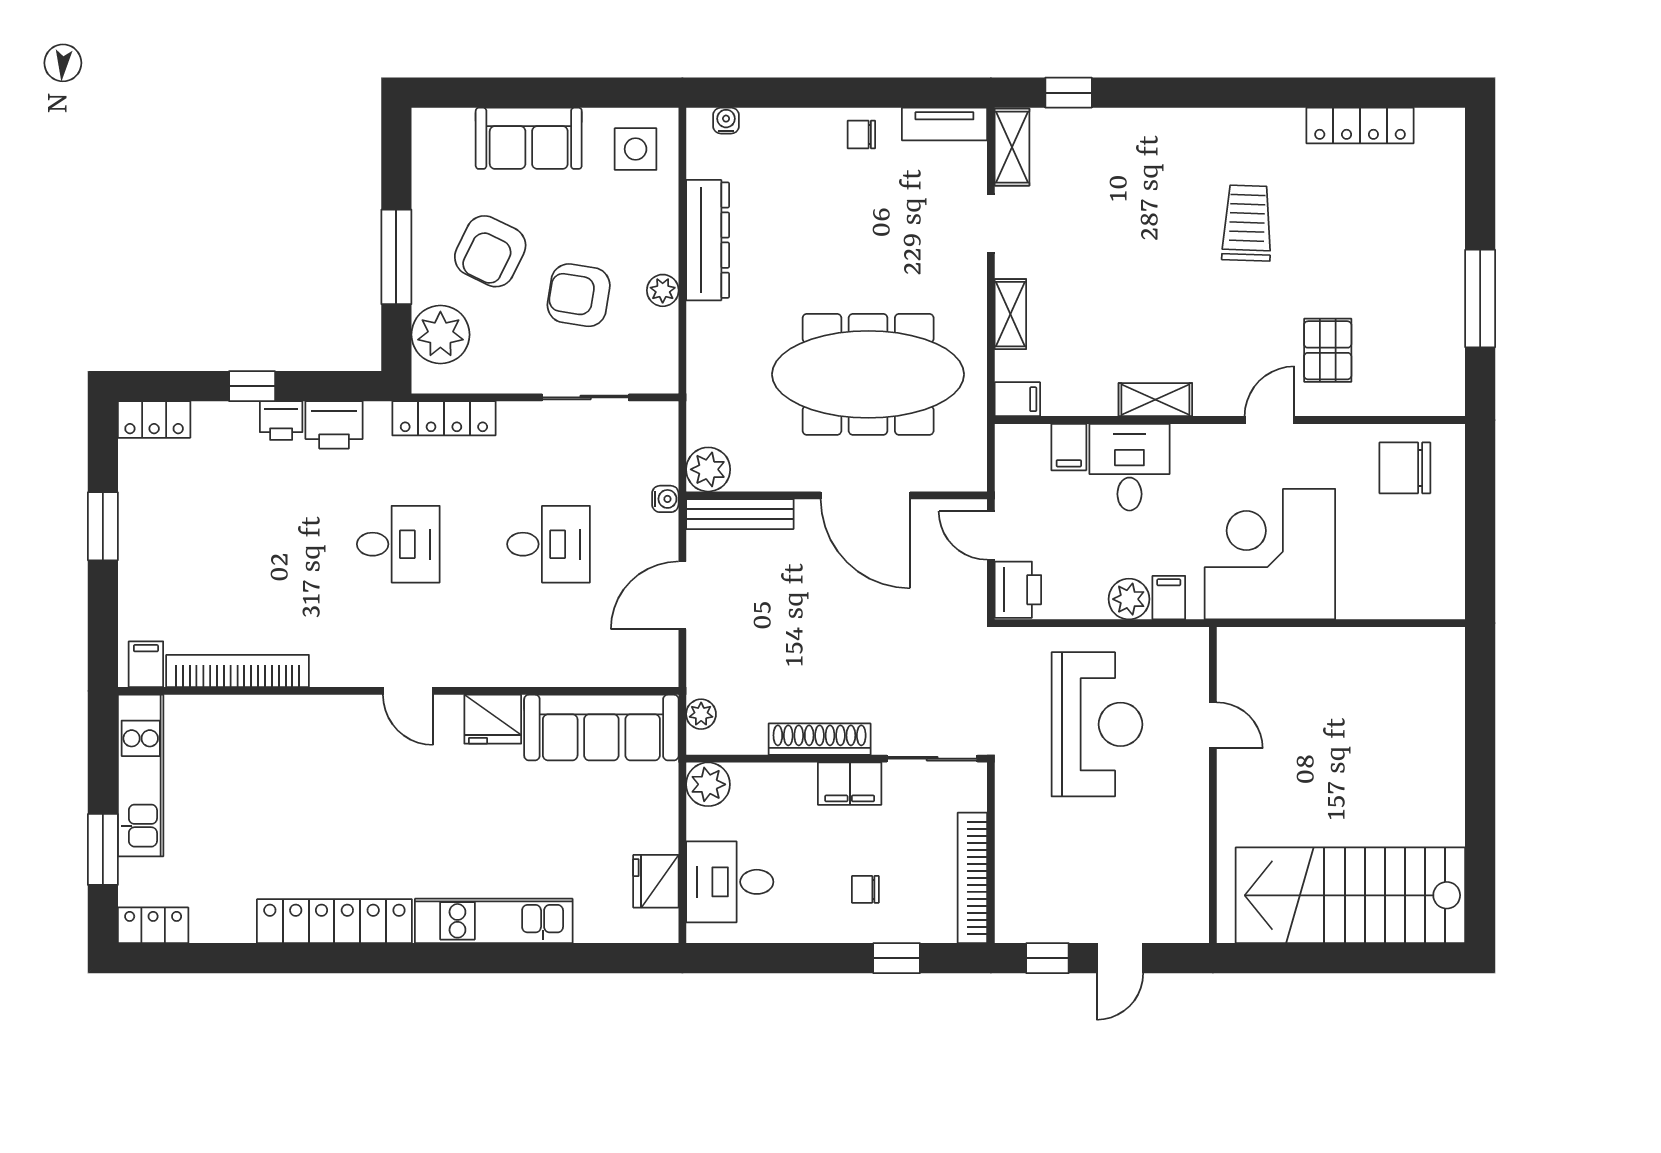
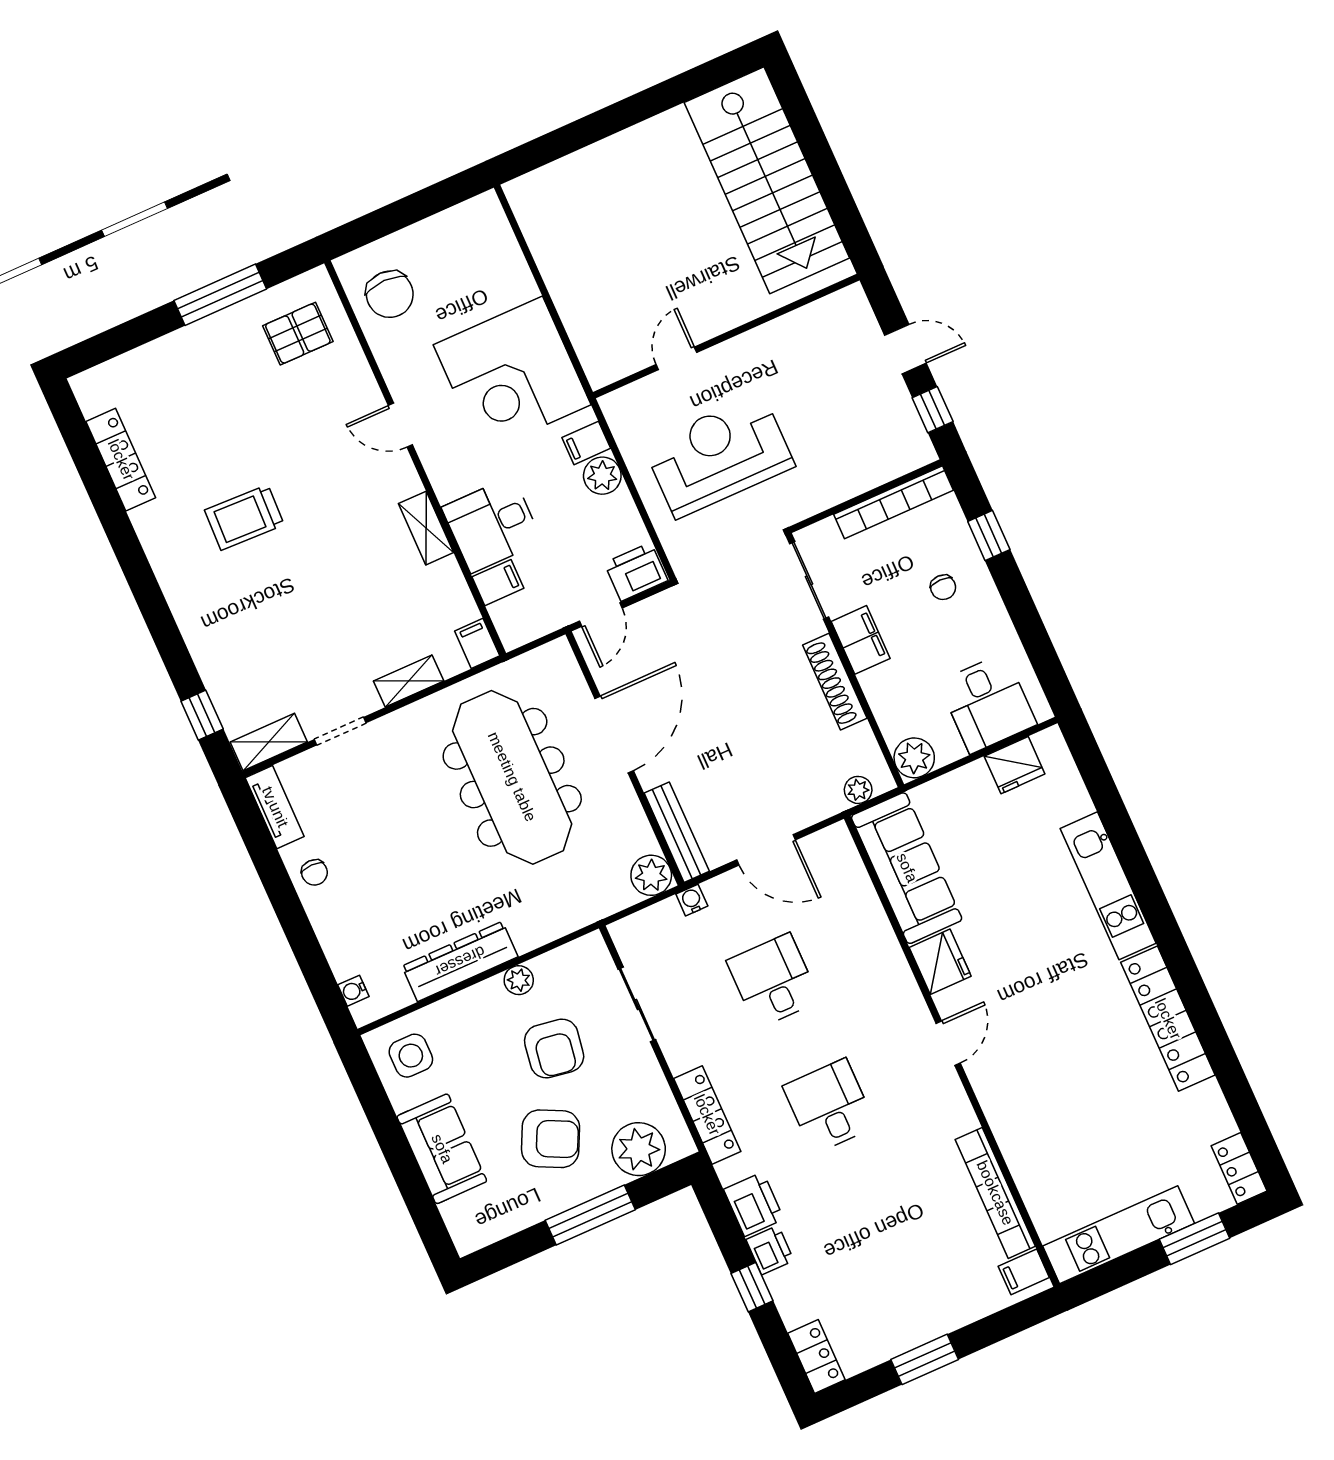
pallet: (1328, 350) -> (298, 334), moved

